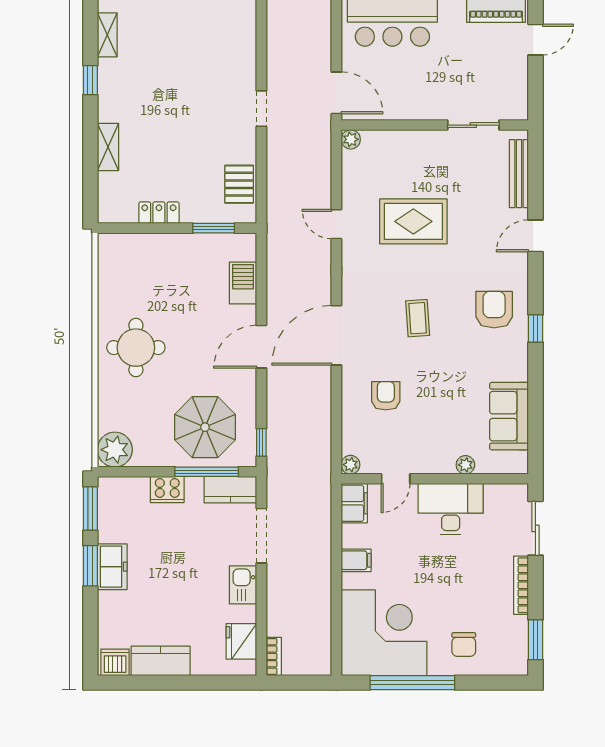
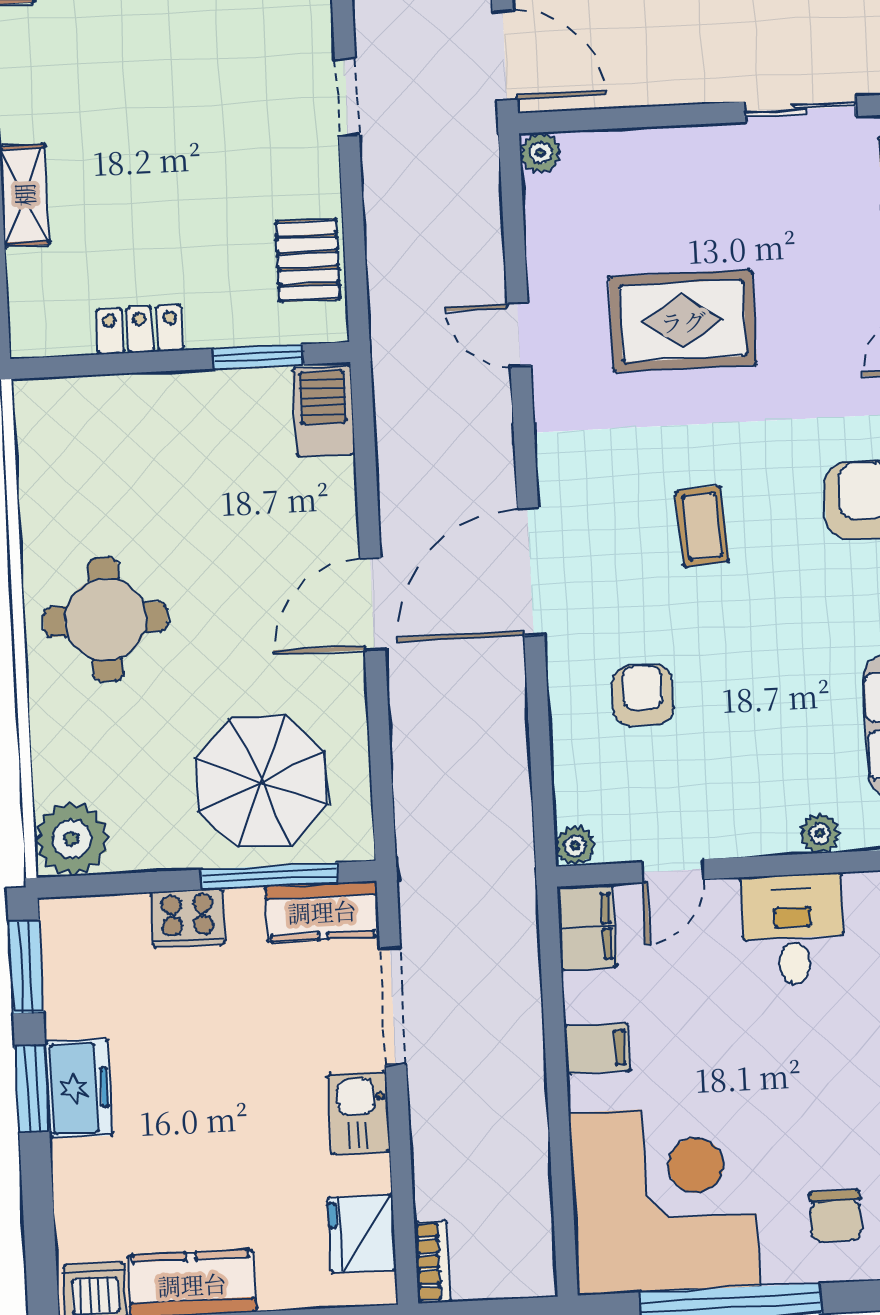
barbecue: (243, 283) -> (324, 411), moved
window: (261, 442) -> (383, 808), removed
desk: (451, 509) -> (793, 929), width x0.73

